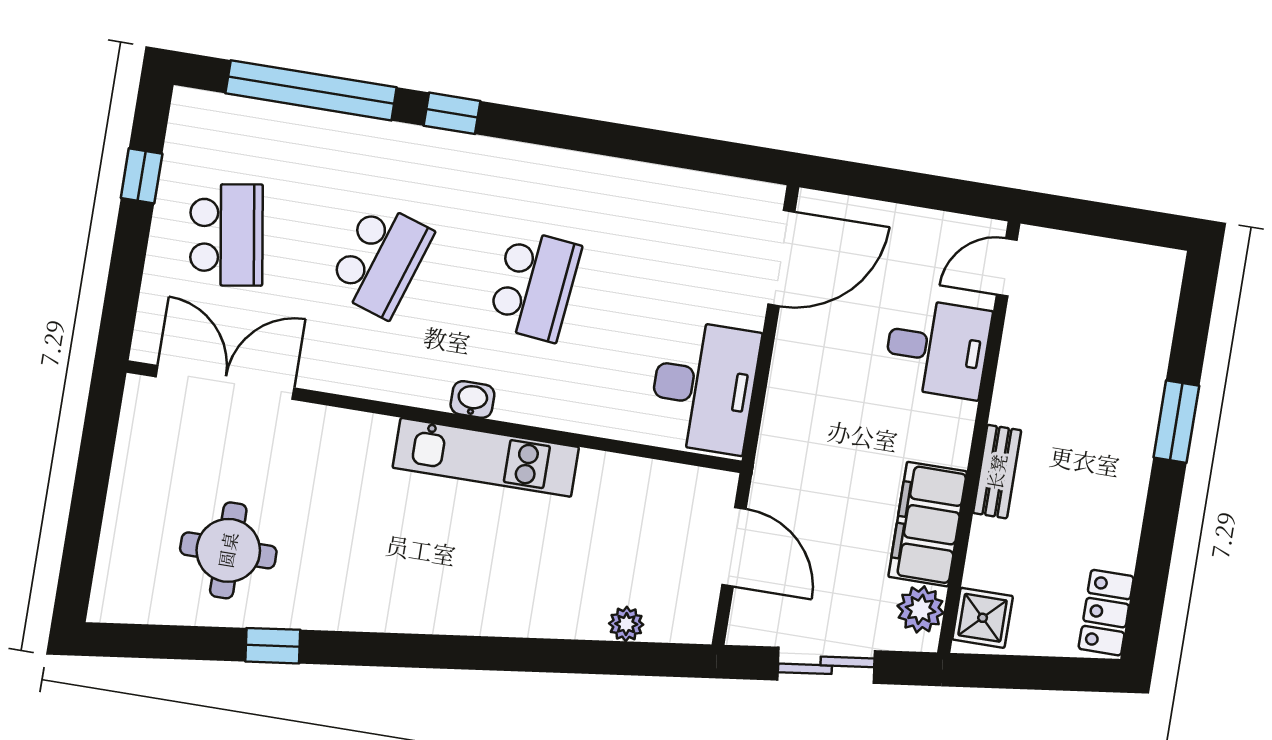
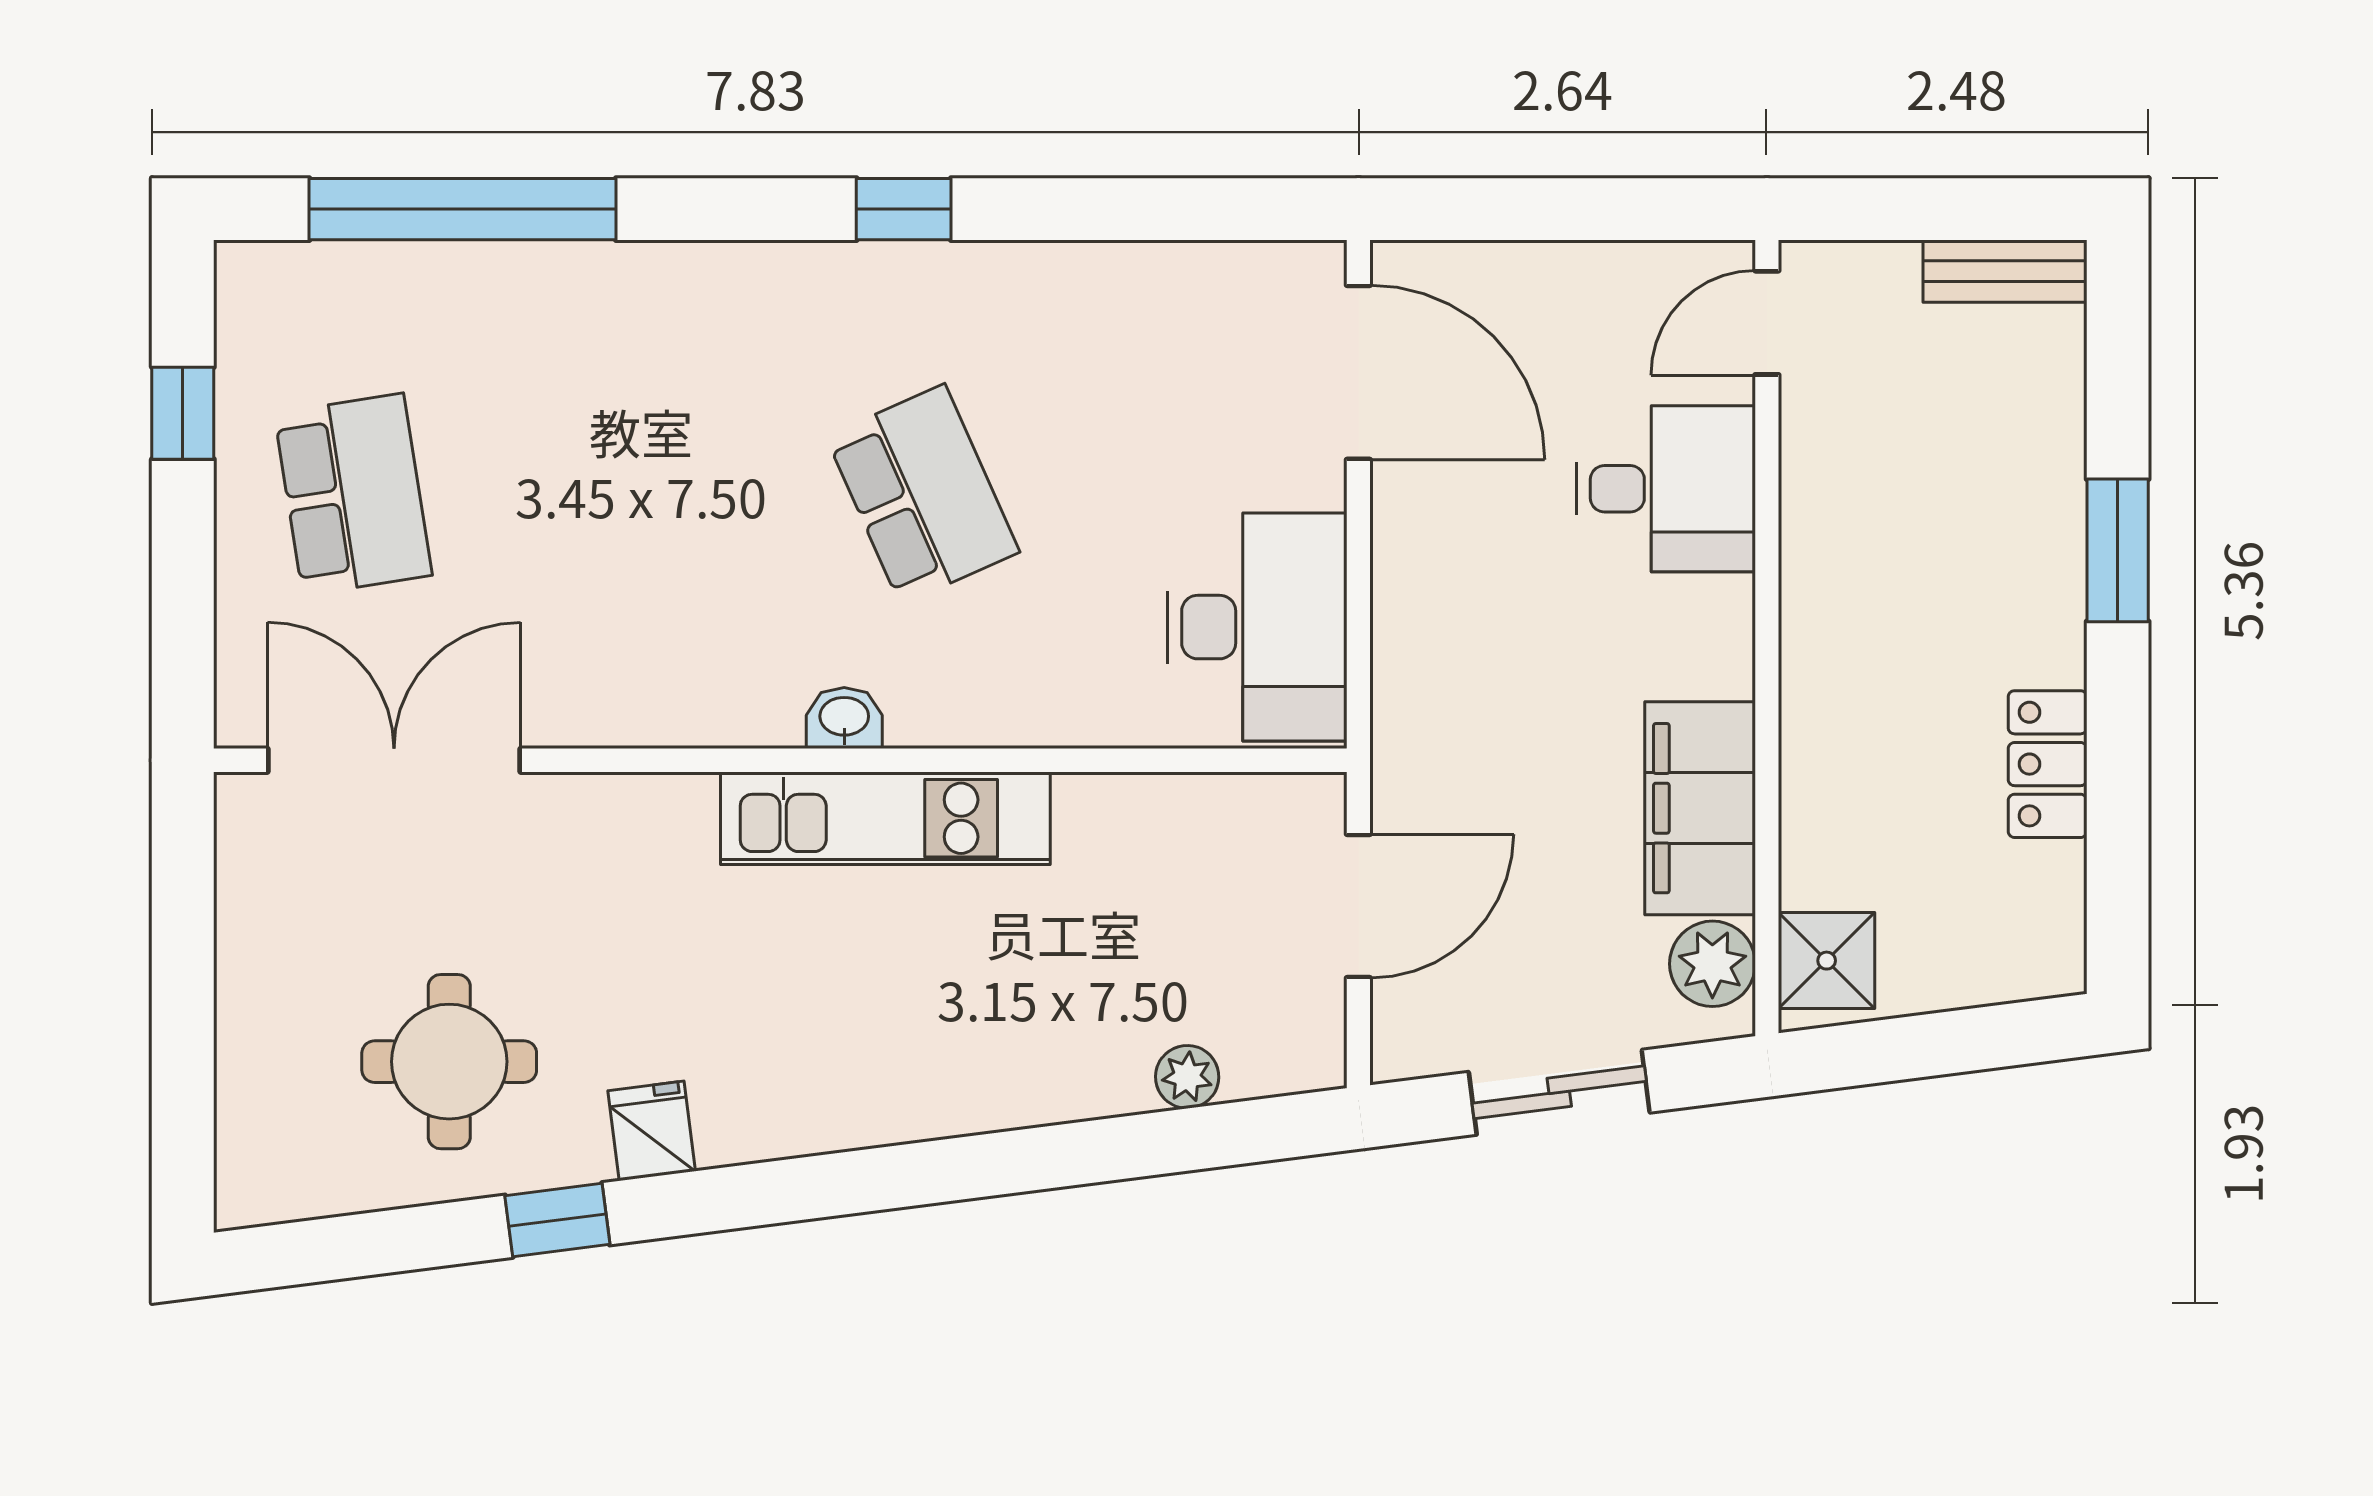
window: (452, 113) -> (904, 209), moved
door: (781, 258) -> (1358, 372), hinge flipped
school desk: (381, 260) -> (638, 494), removed
school desk: (535, 285) -> (923, 494), turned -30
bench: (997, 472) -> (2005, 271), moved, turned 90
door: (734, 547) -> (1358, 906), hinge flipped
fridge: (332, 606) -> (652, 1131), added
locker: (1106, 613) -> (2048, 764), moved

